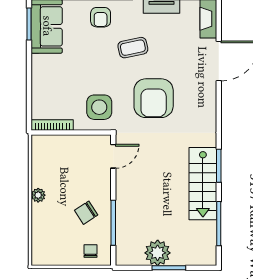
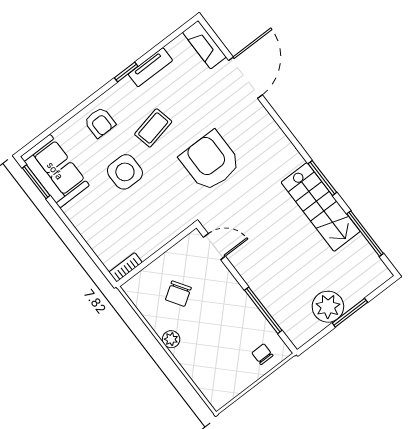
armchair: (154, 98) -> (210, 161), turned 180
side table: (99, 107) -> (125, 172), moved
bookcase: (52, 125) -> (126, 267), width x0.64
door: (113, 156) -> (214, 247), hinge flipped
chair: (86, 213) -> (178, 294), moved

